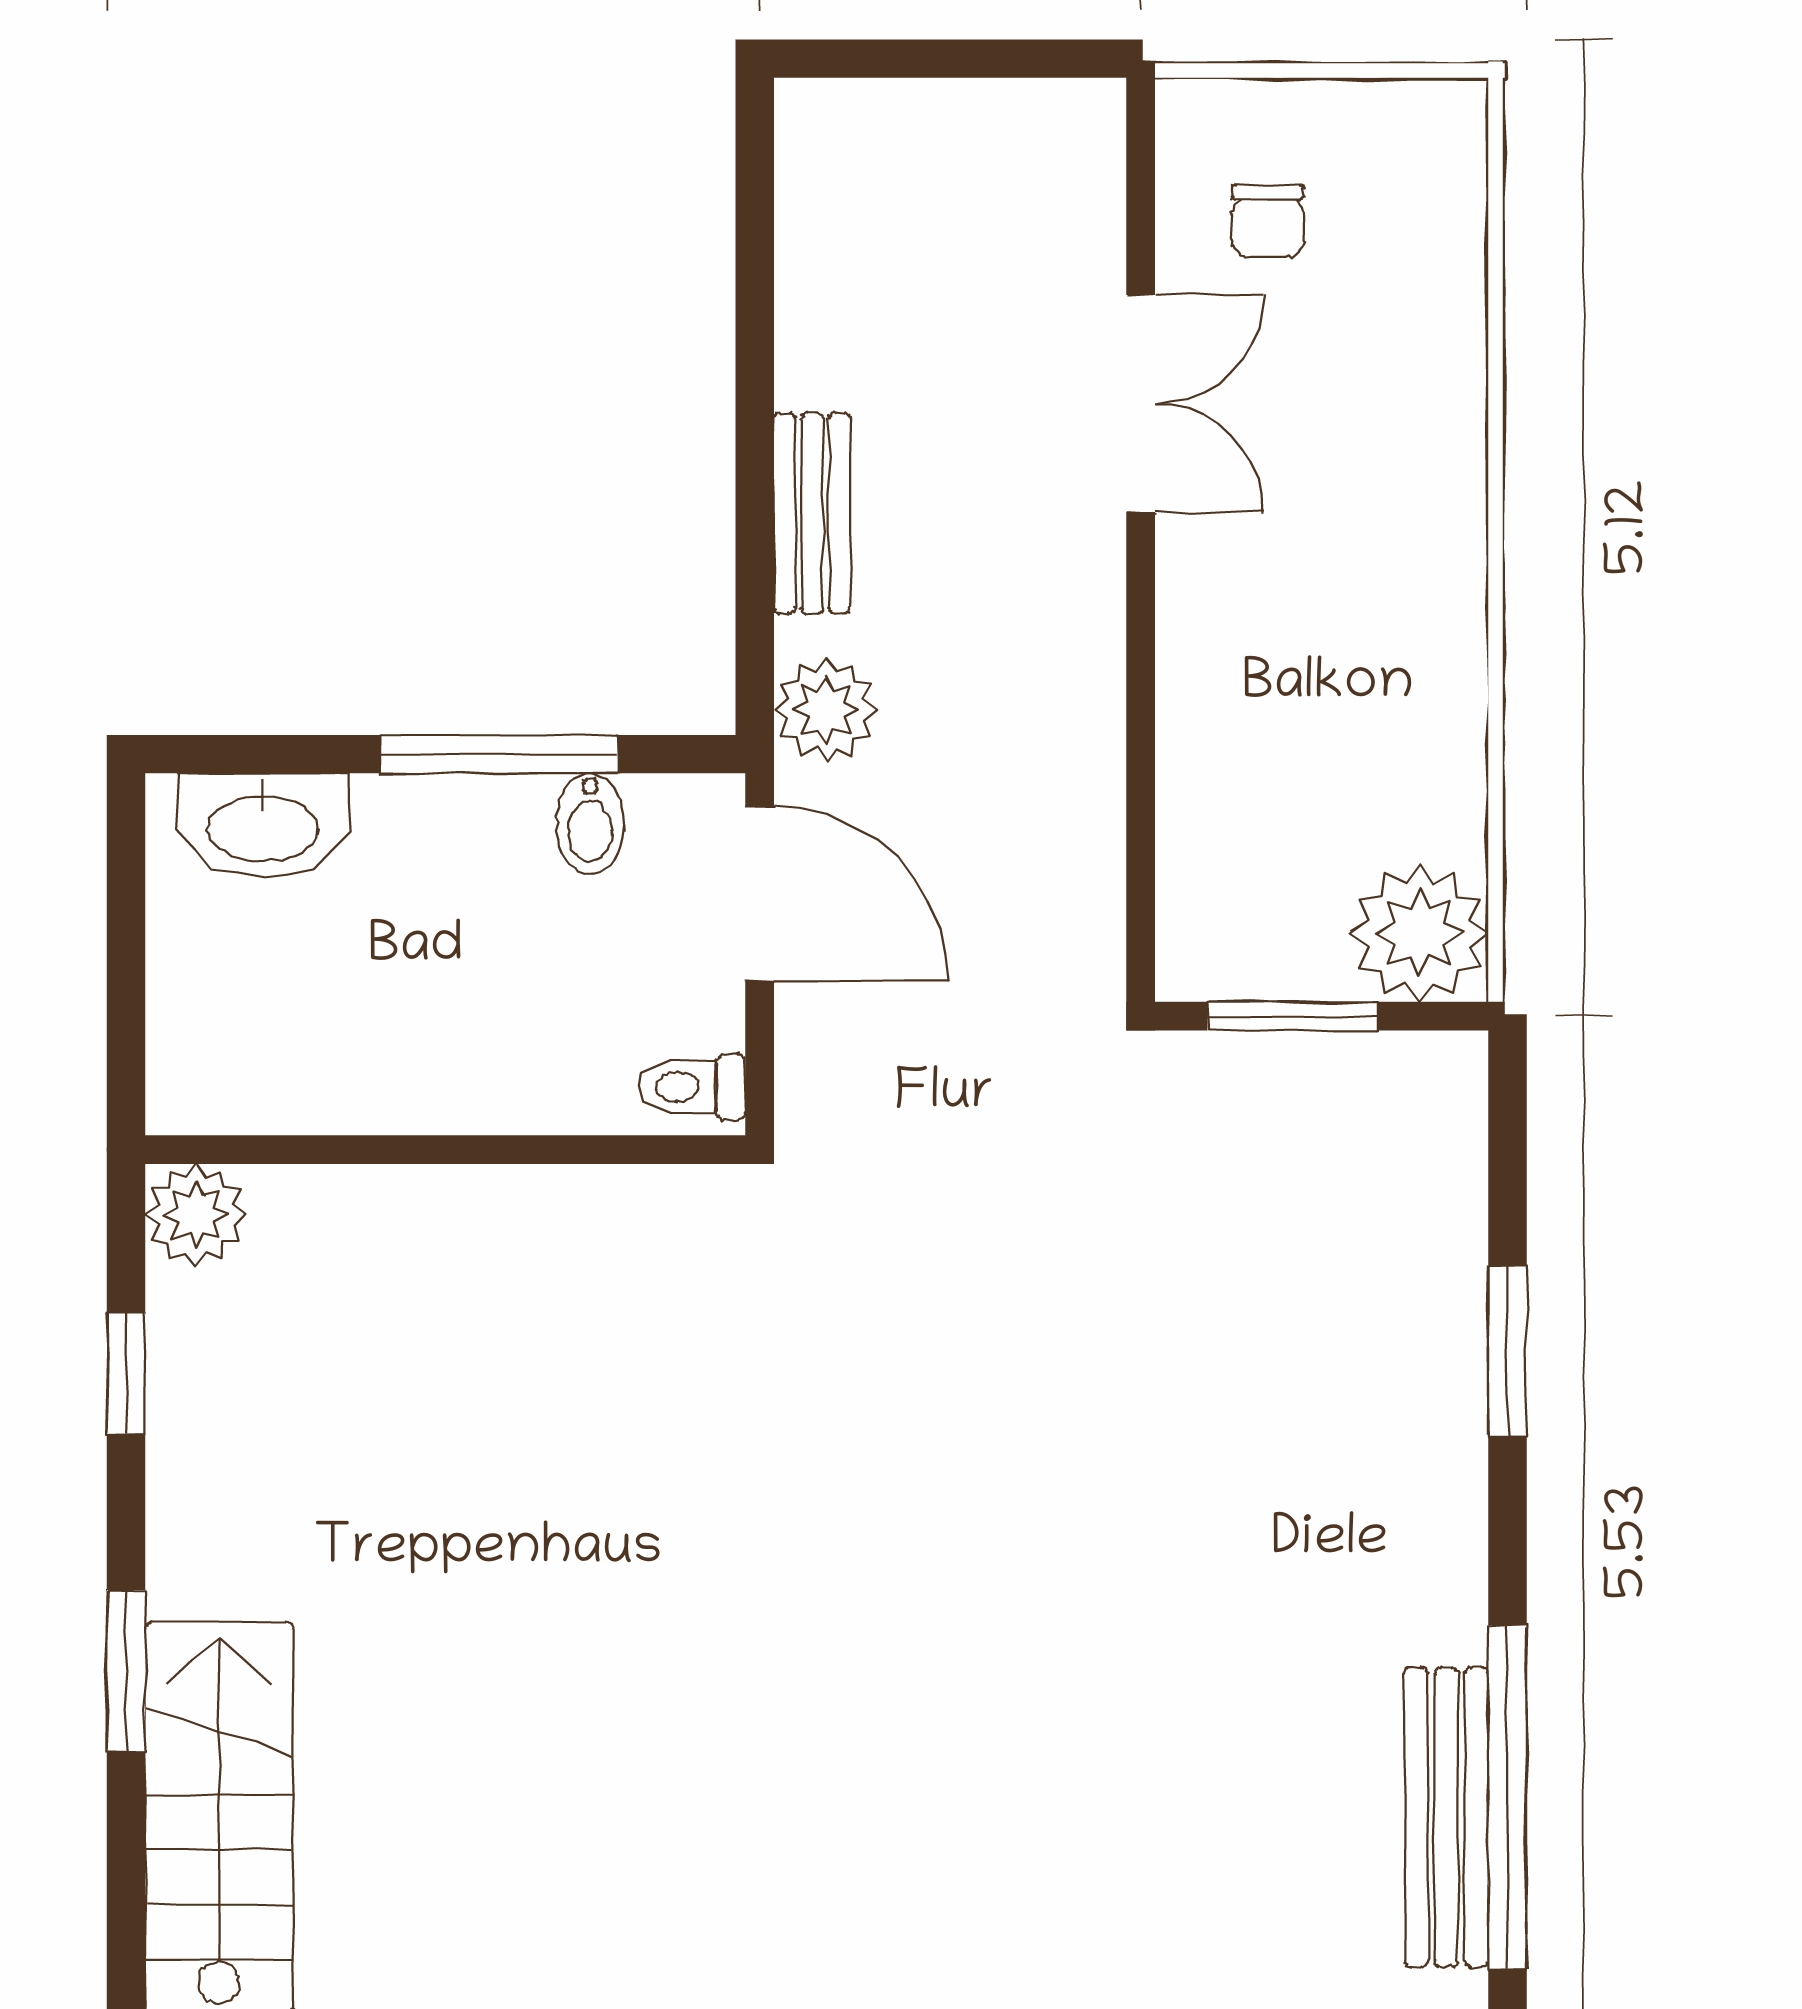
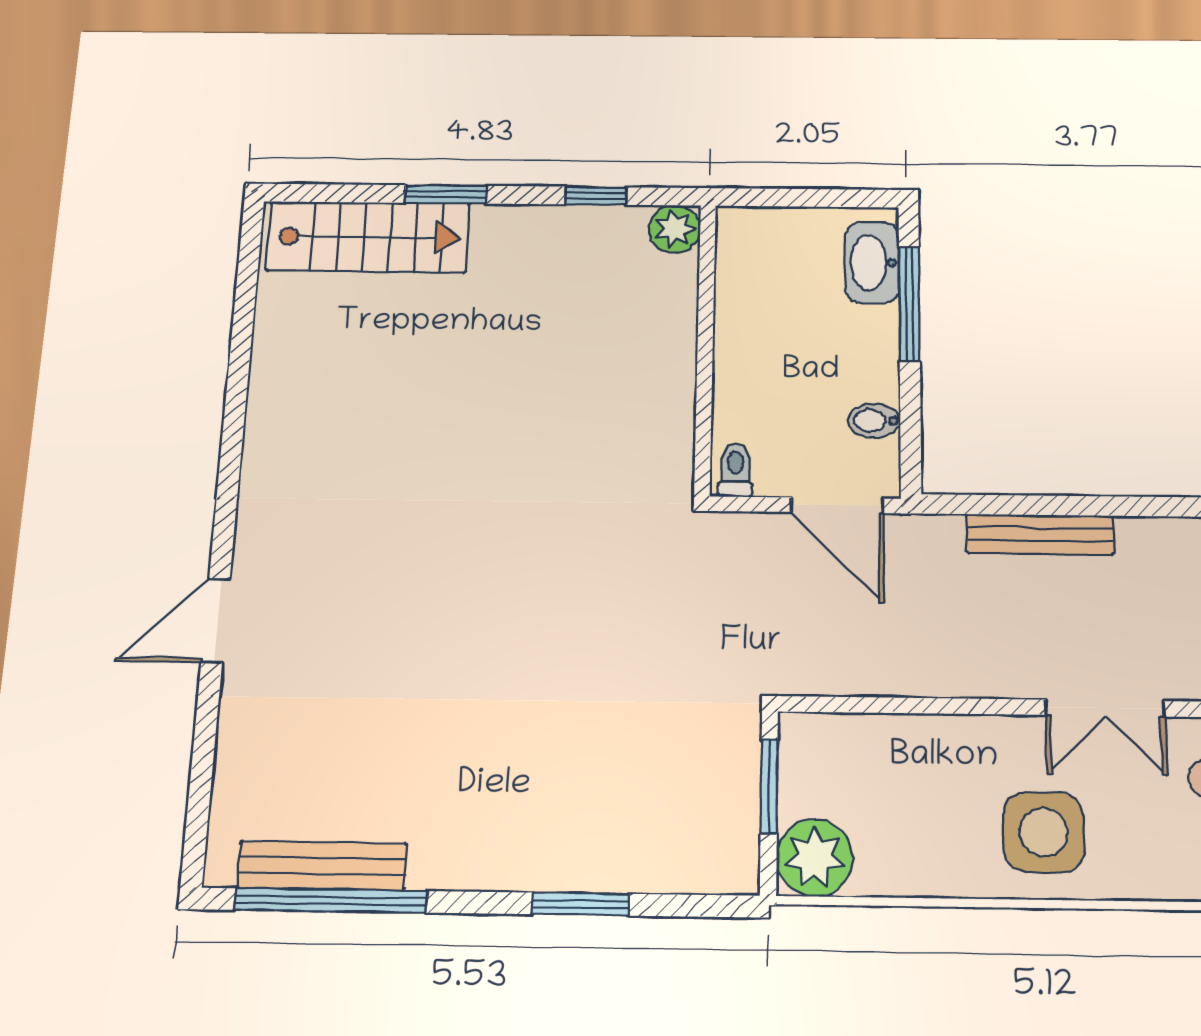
bench: (812, 513) -> (1040, 534), width x1.36
side table: (1368, 522) -> (1044, 832), added
plant: (826, 710) -> (935, 540), removed
window: (499, 754) -> (909, 304), moved
door: (760, 894) -> (837, 505), hinge flipped

